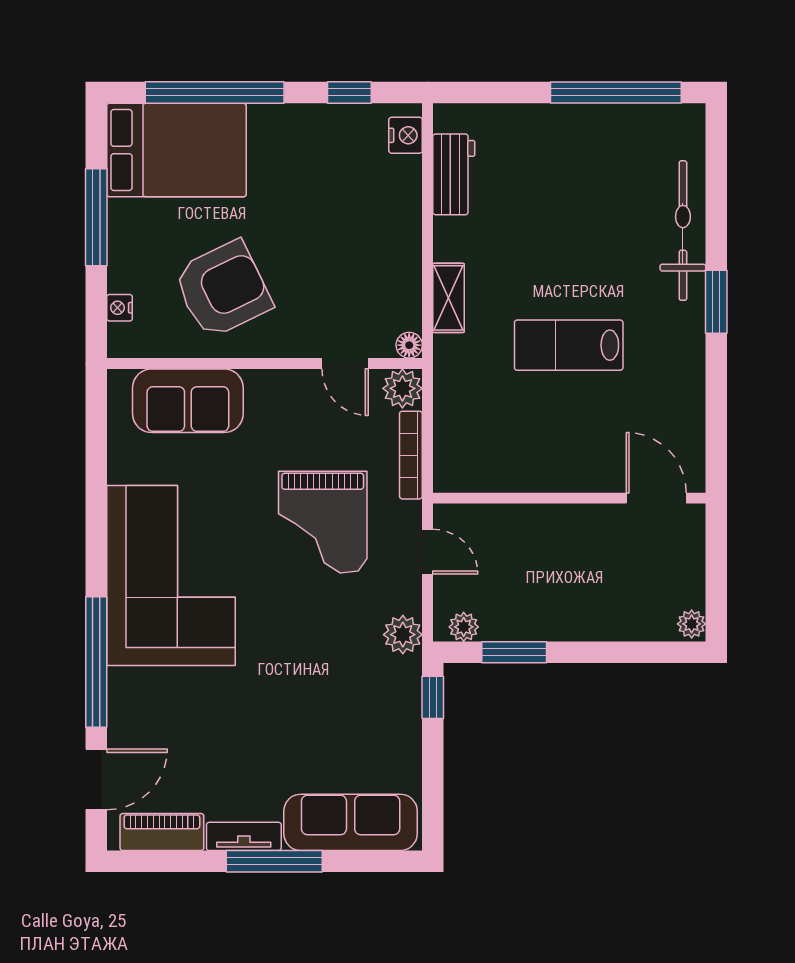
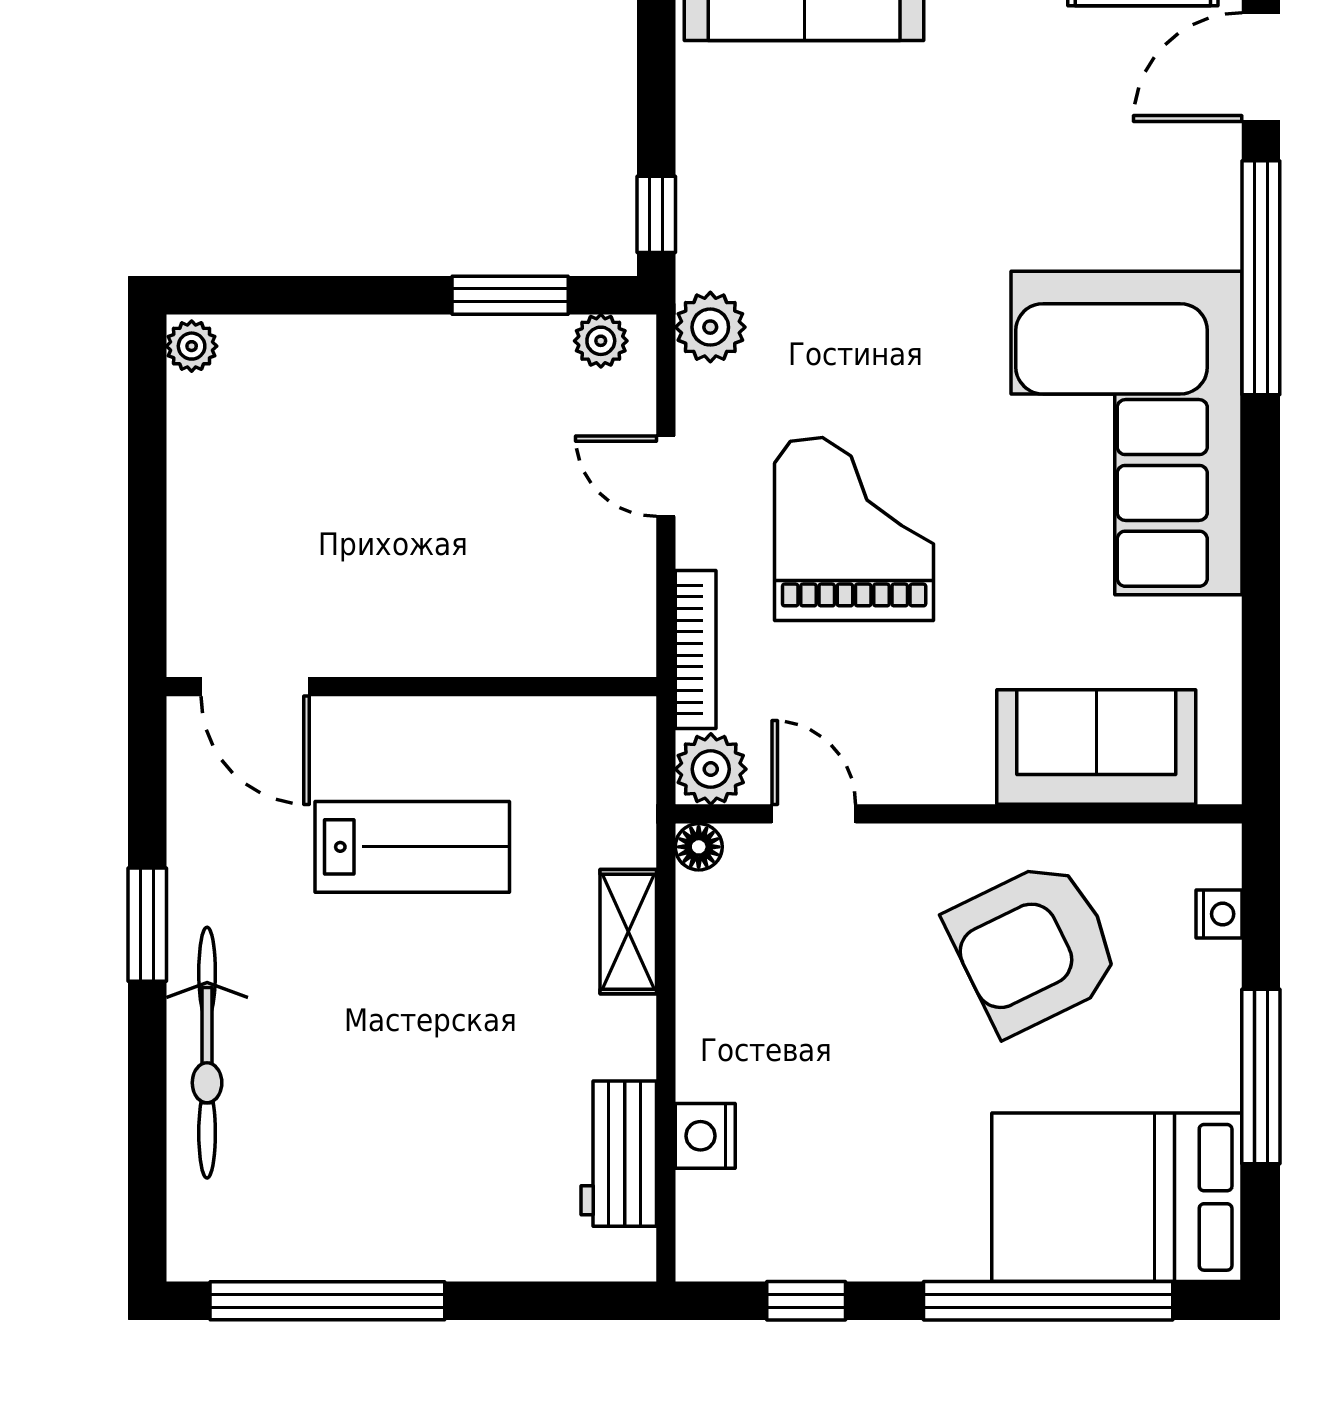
nightstand: (406, 135) -> (705, 1136), moved
wall: (569, 498) -> (411, 687), moved
door: (656, 498) -> (255, 687), moved

